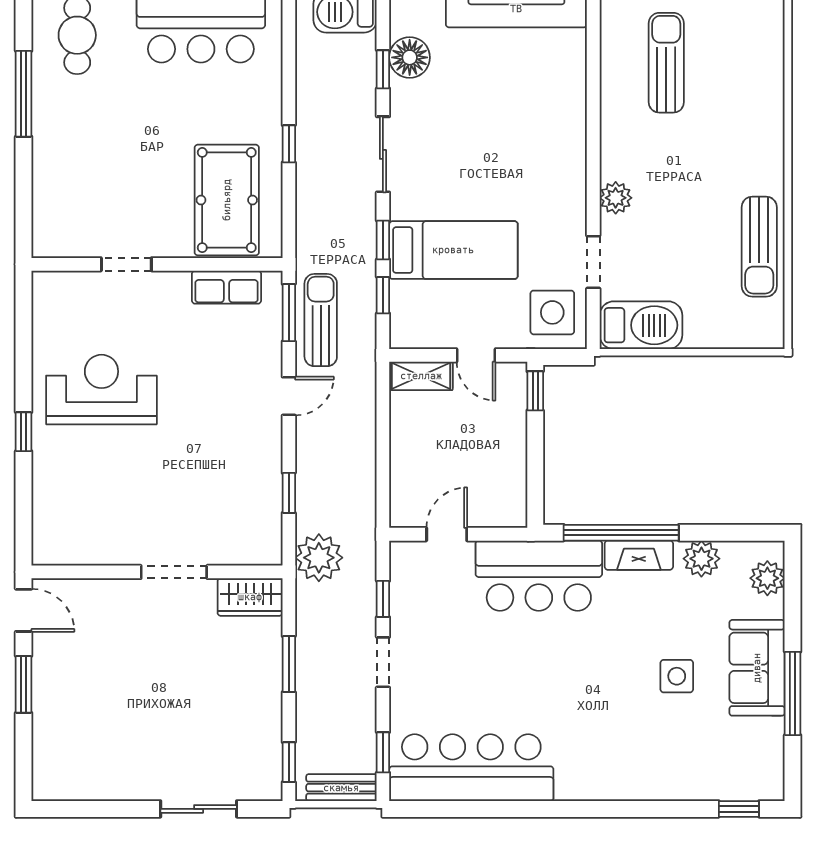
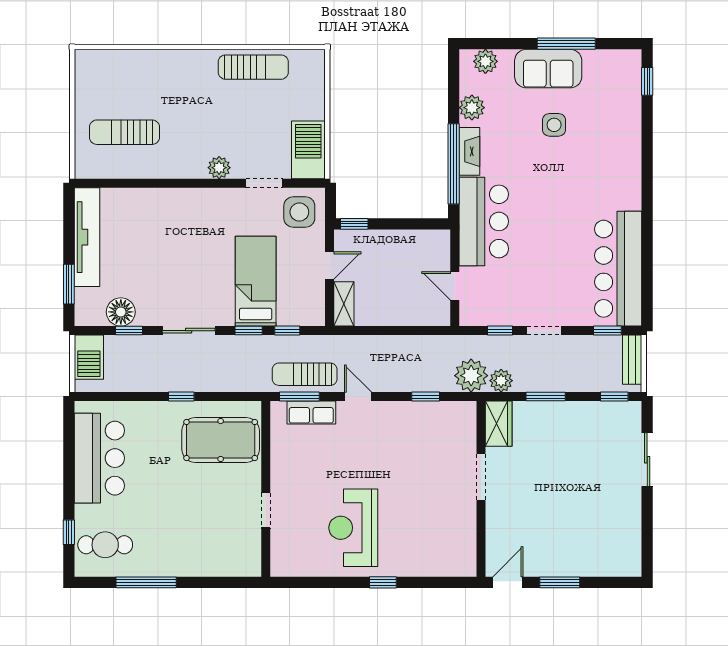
row of seats: (226, 287) -> (311, 413), moved, turned 90
plant: (312, 600) -> (501, 381), added

